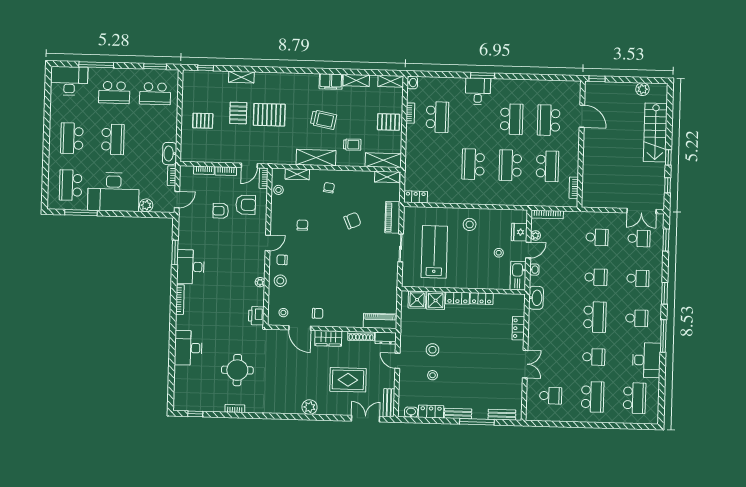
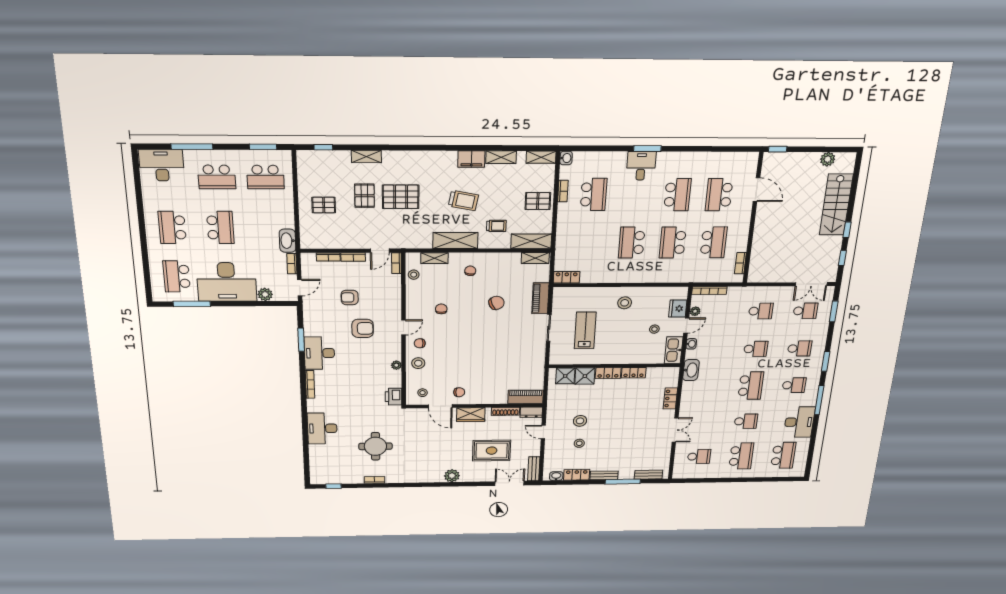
armchair: (246, 205) -> (363, 328), moved
lab bench: (434, 252) -> (585, 330), width x0.73, depth x0.72

